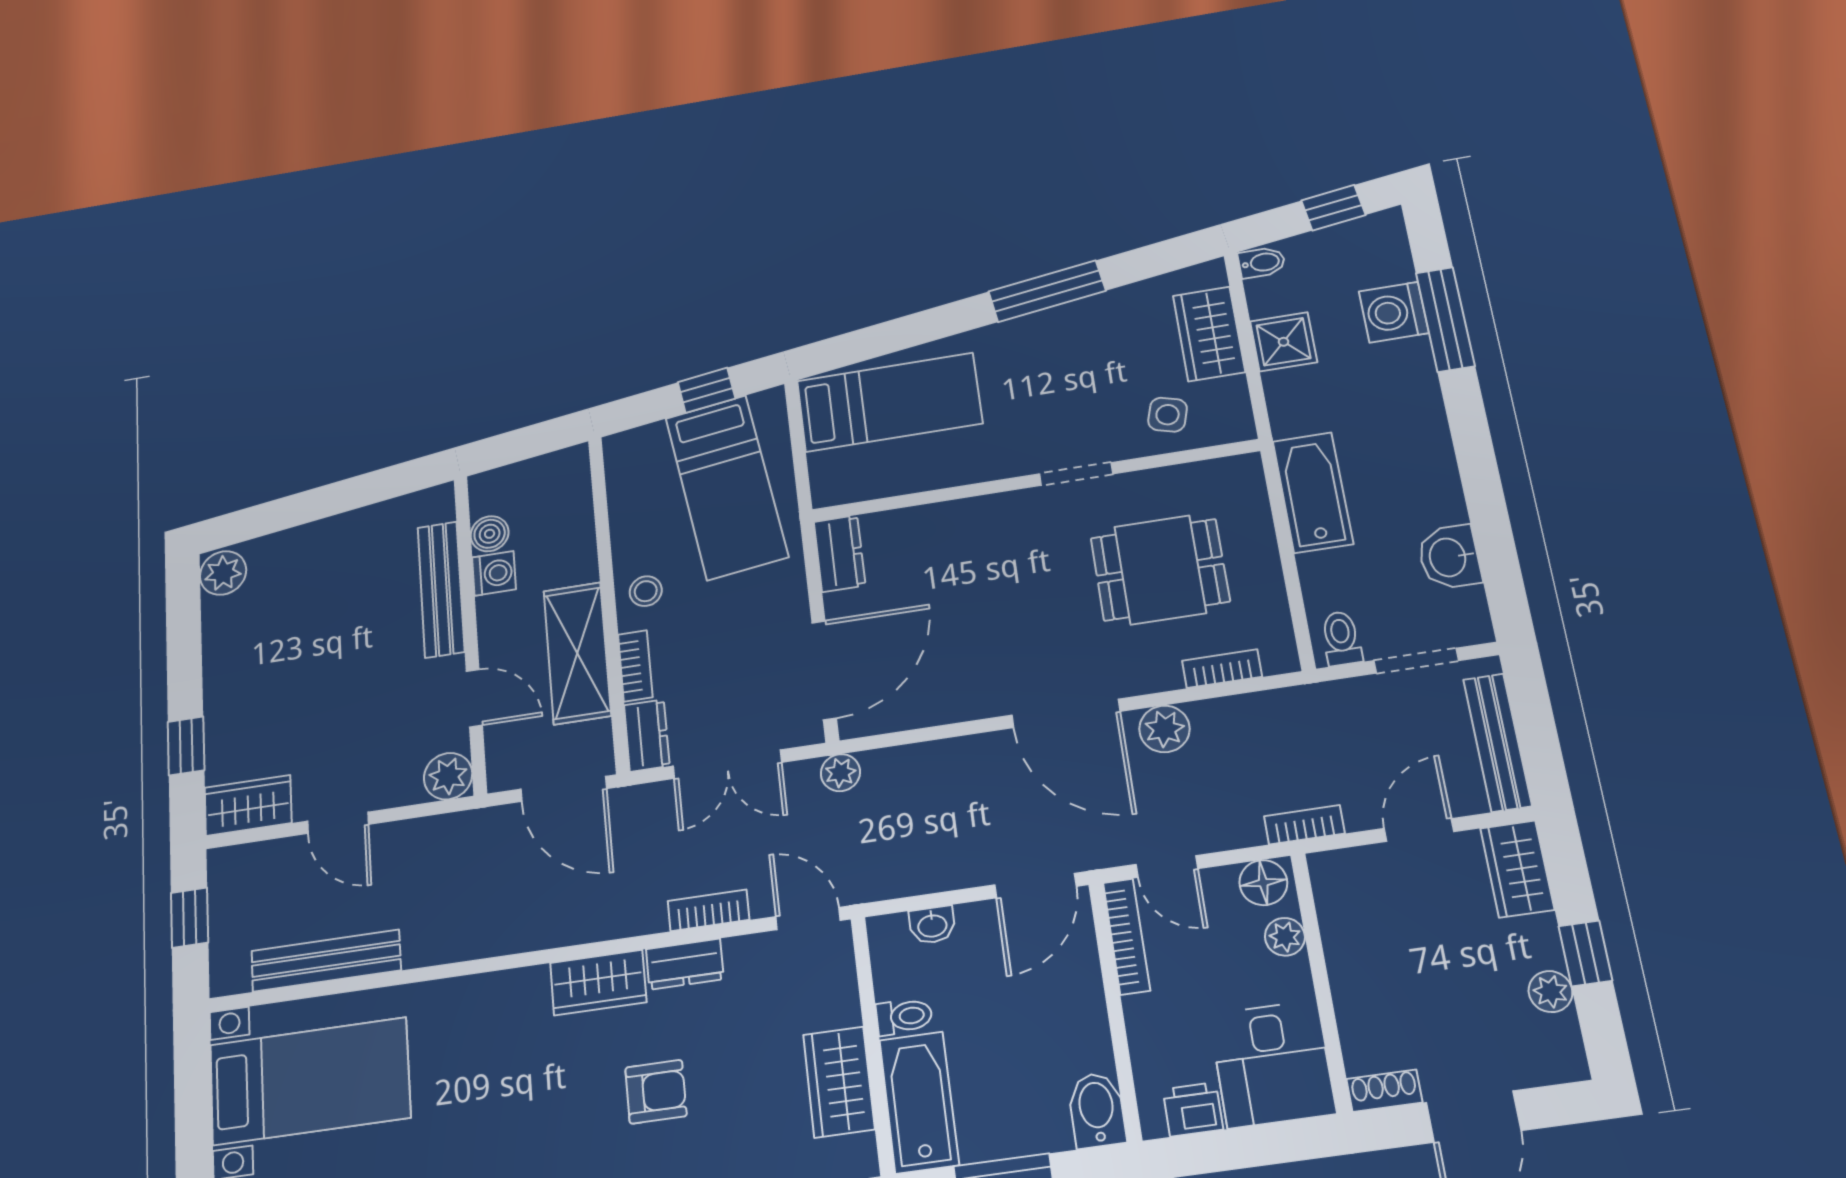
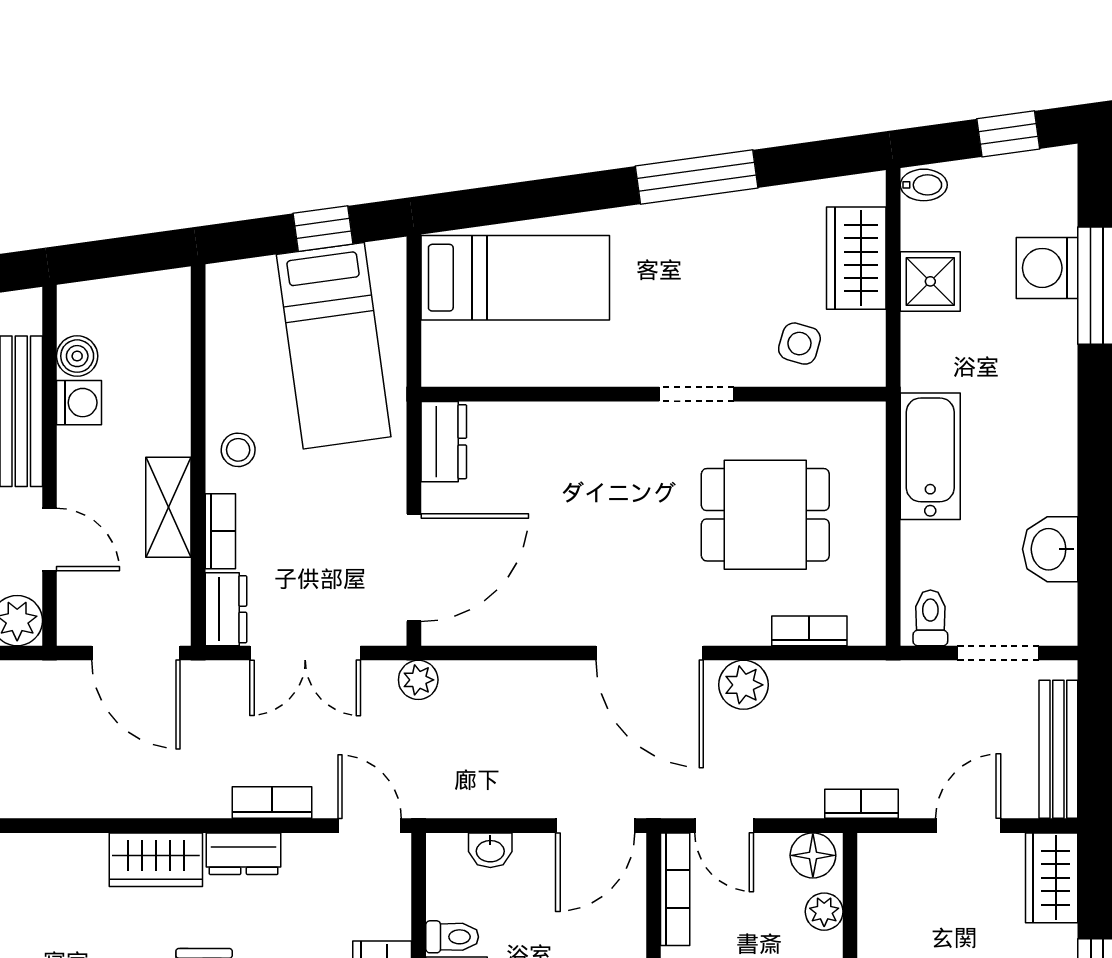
shelving: (577, 653) -> (168, 507), width x0.67, depth x0.75

